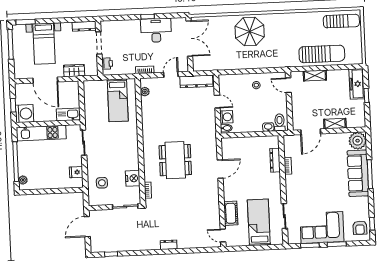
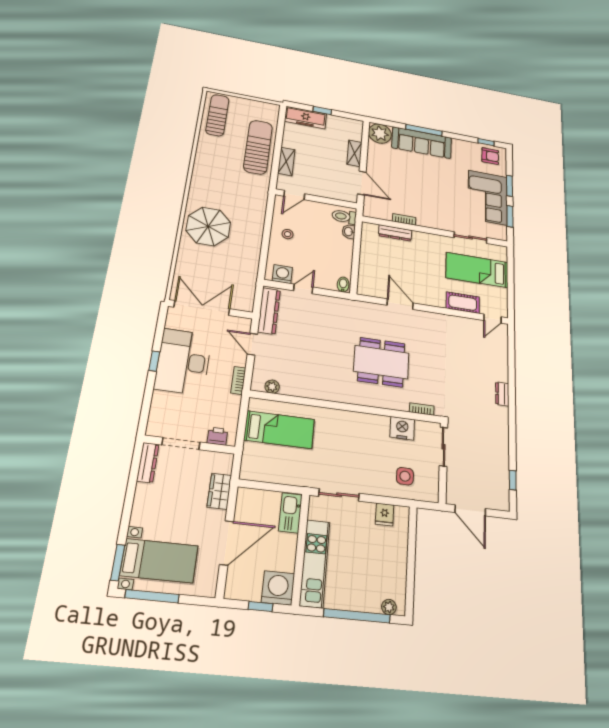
desk: (156, 30) -> (183, 362), width x1.36, depth x1.30
bed with nightstands: (44, 44) -> (159, 561), moved
washing machine: (226, 117) -> (282, 274), moved

